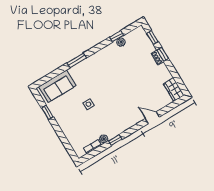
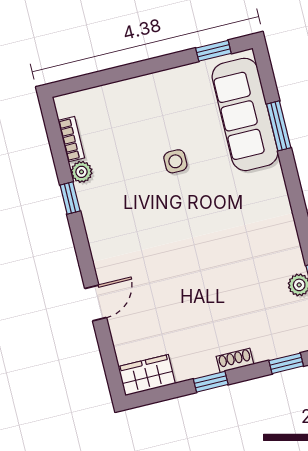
window: (163, 54) -> (211, 382), moved
window: (76, 61) -> (279, 126), moved
sofa: (57, 86) -> (245, 114), width x1.36
window: (47, 112) -> (213, 51), moved

